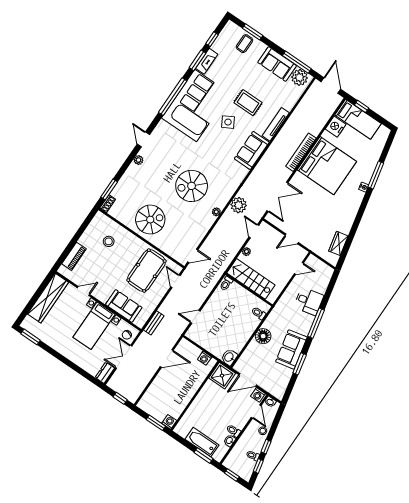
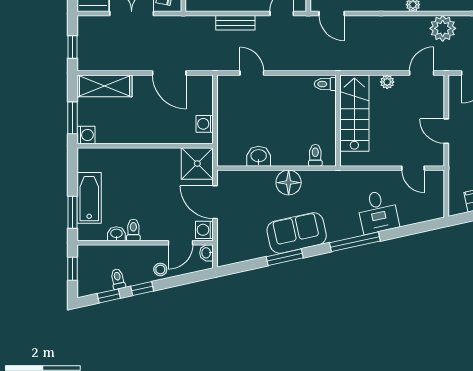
bench: (154, 323) -> (235, 23), moved
washbasin: (229, 357) -> (259, 156), moved
shelving: (151, 396) -> (104, 86), added

